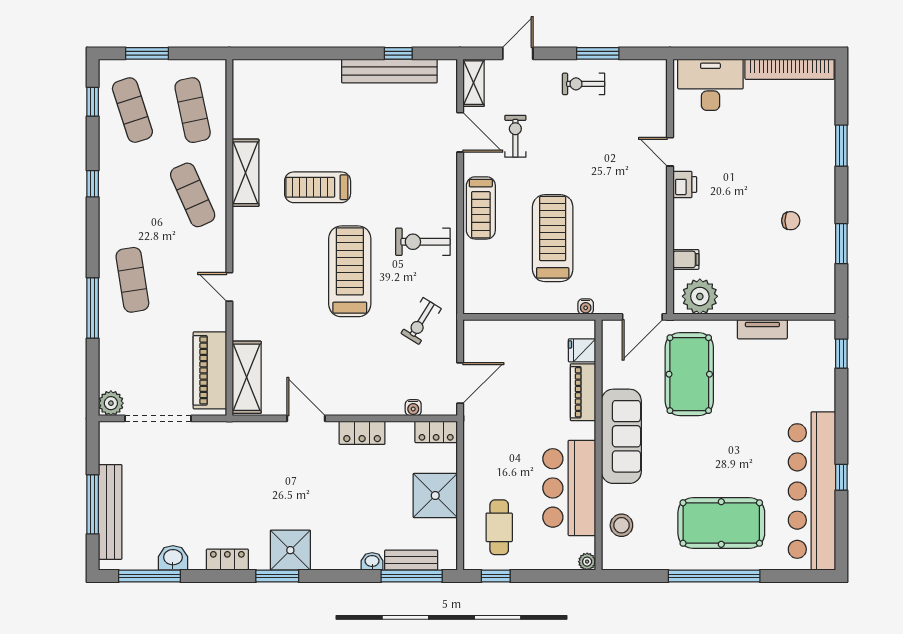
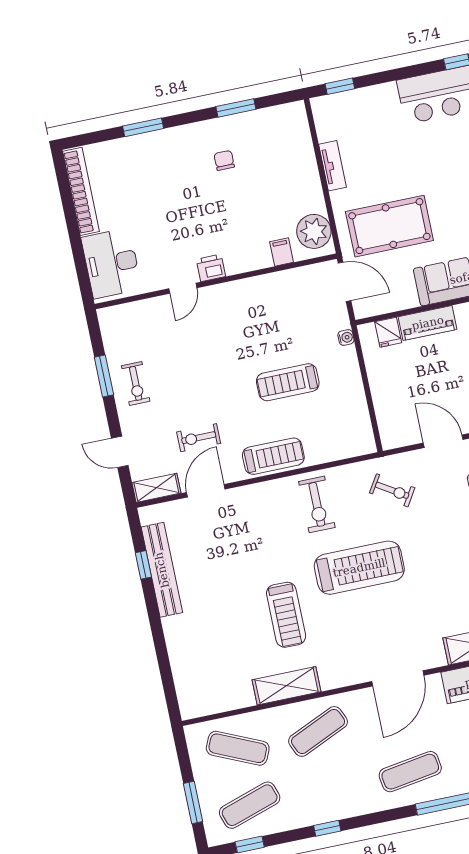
exercise mat: (193, 110) -> (238, 748), turned 36
treadmill: (553, 238) -> (288, 382), width x0.73, depth x0.73
treadmill: (350, 271) -> (359, 568), turned 180
door: (229, 287) -> (398, 678), width x1.88

